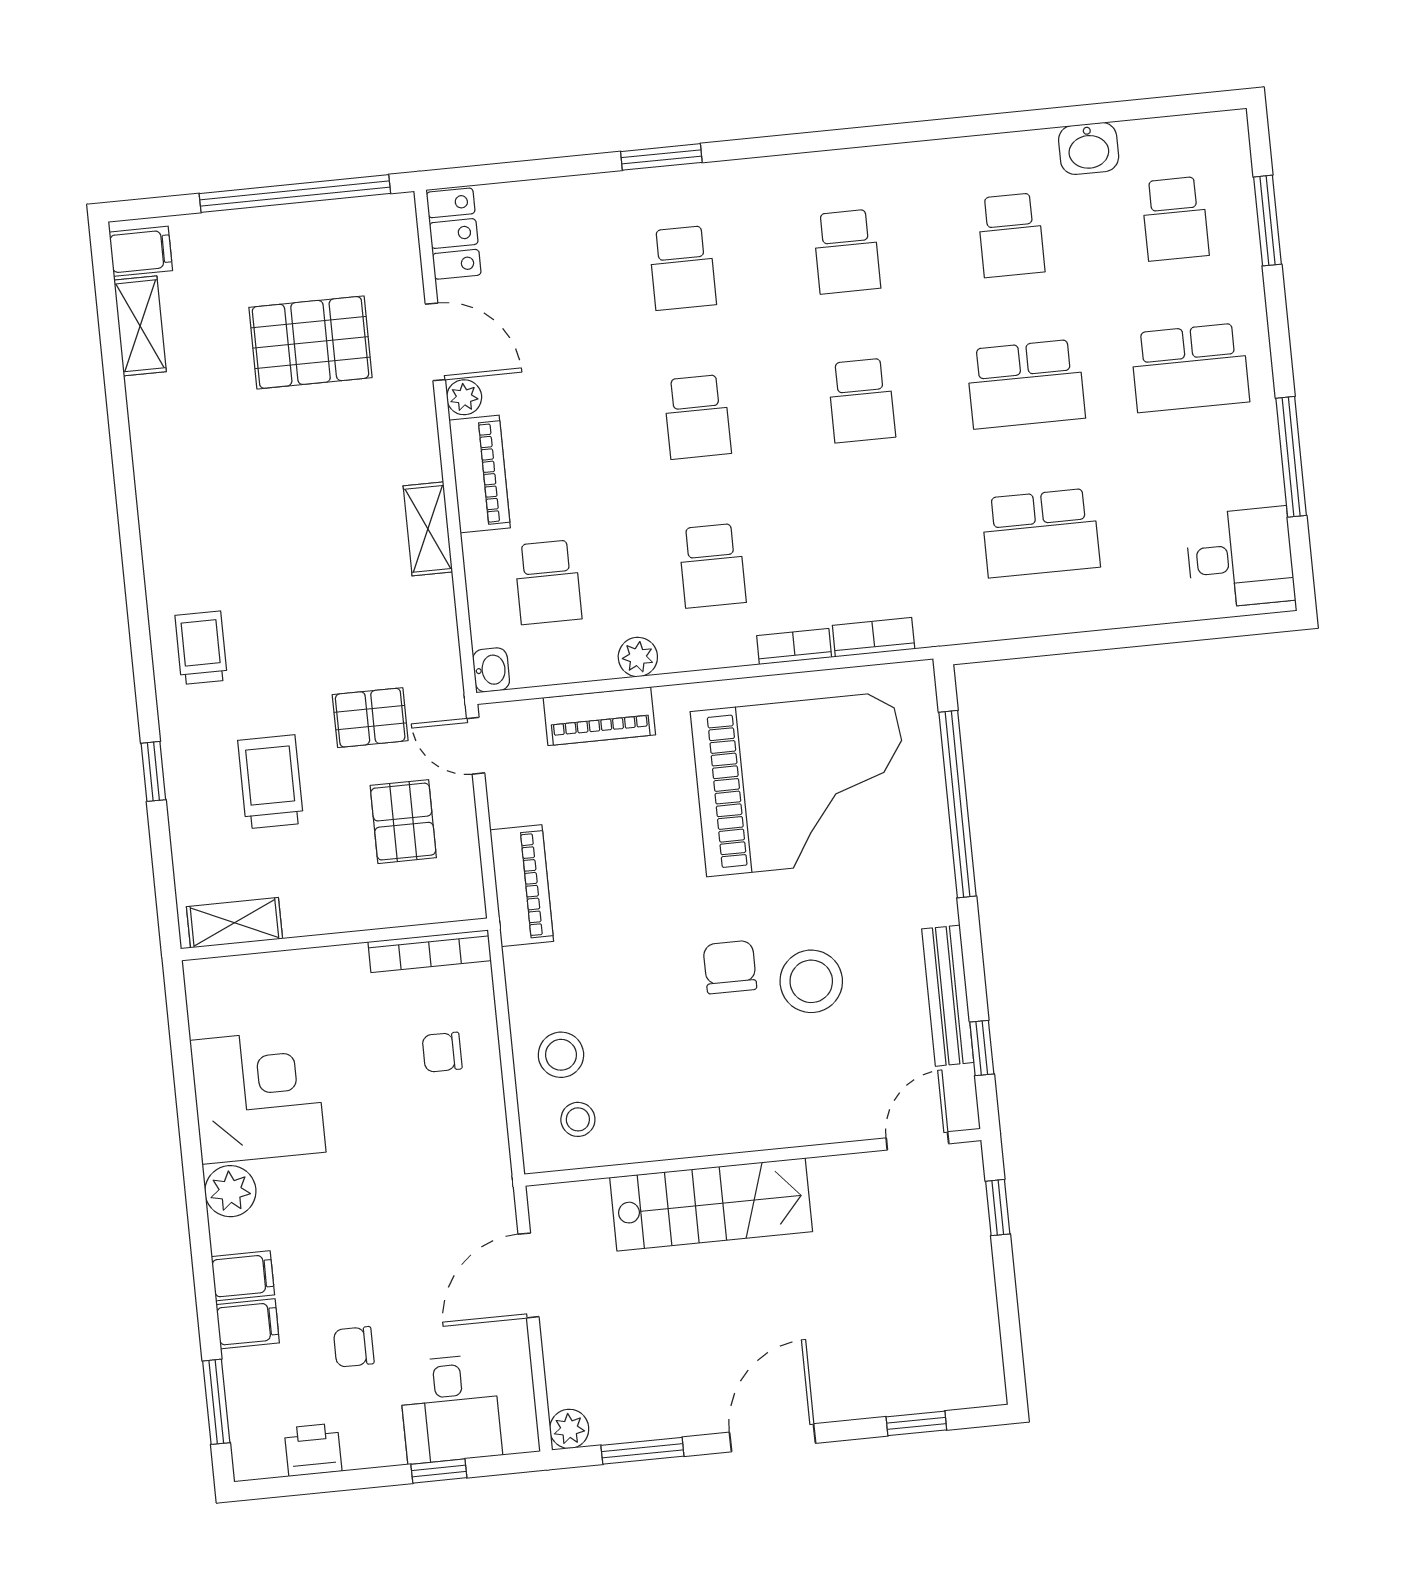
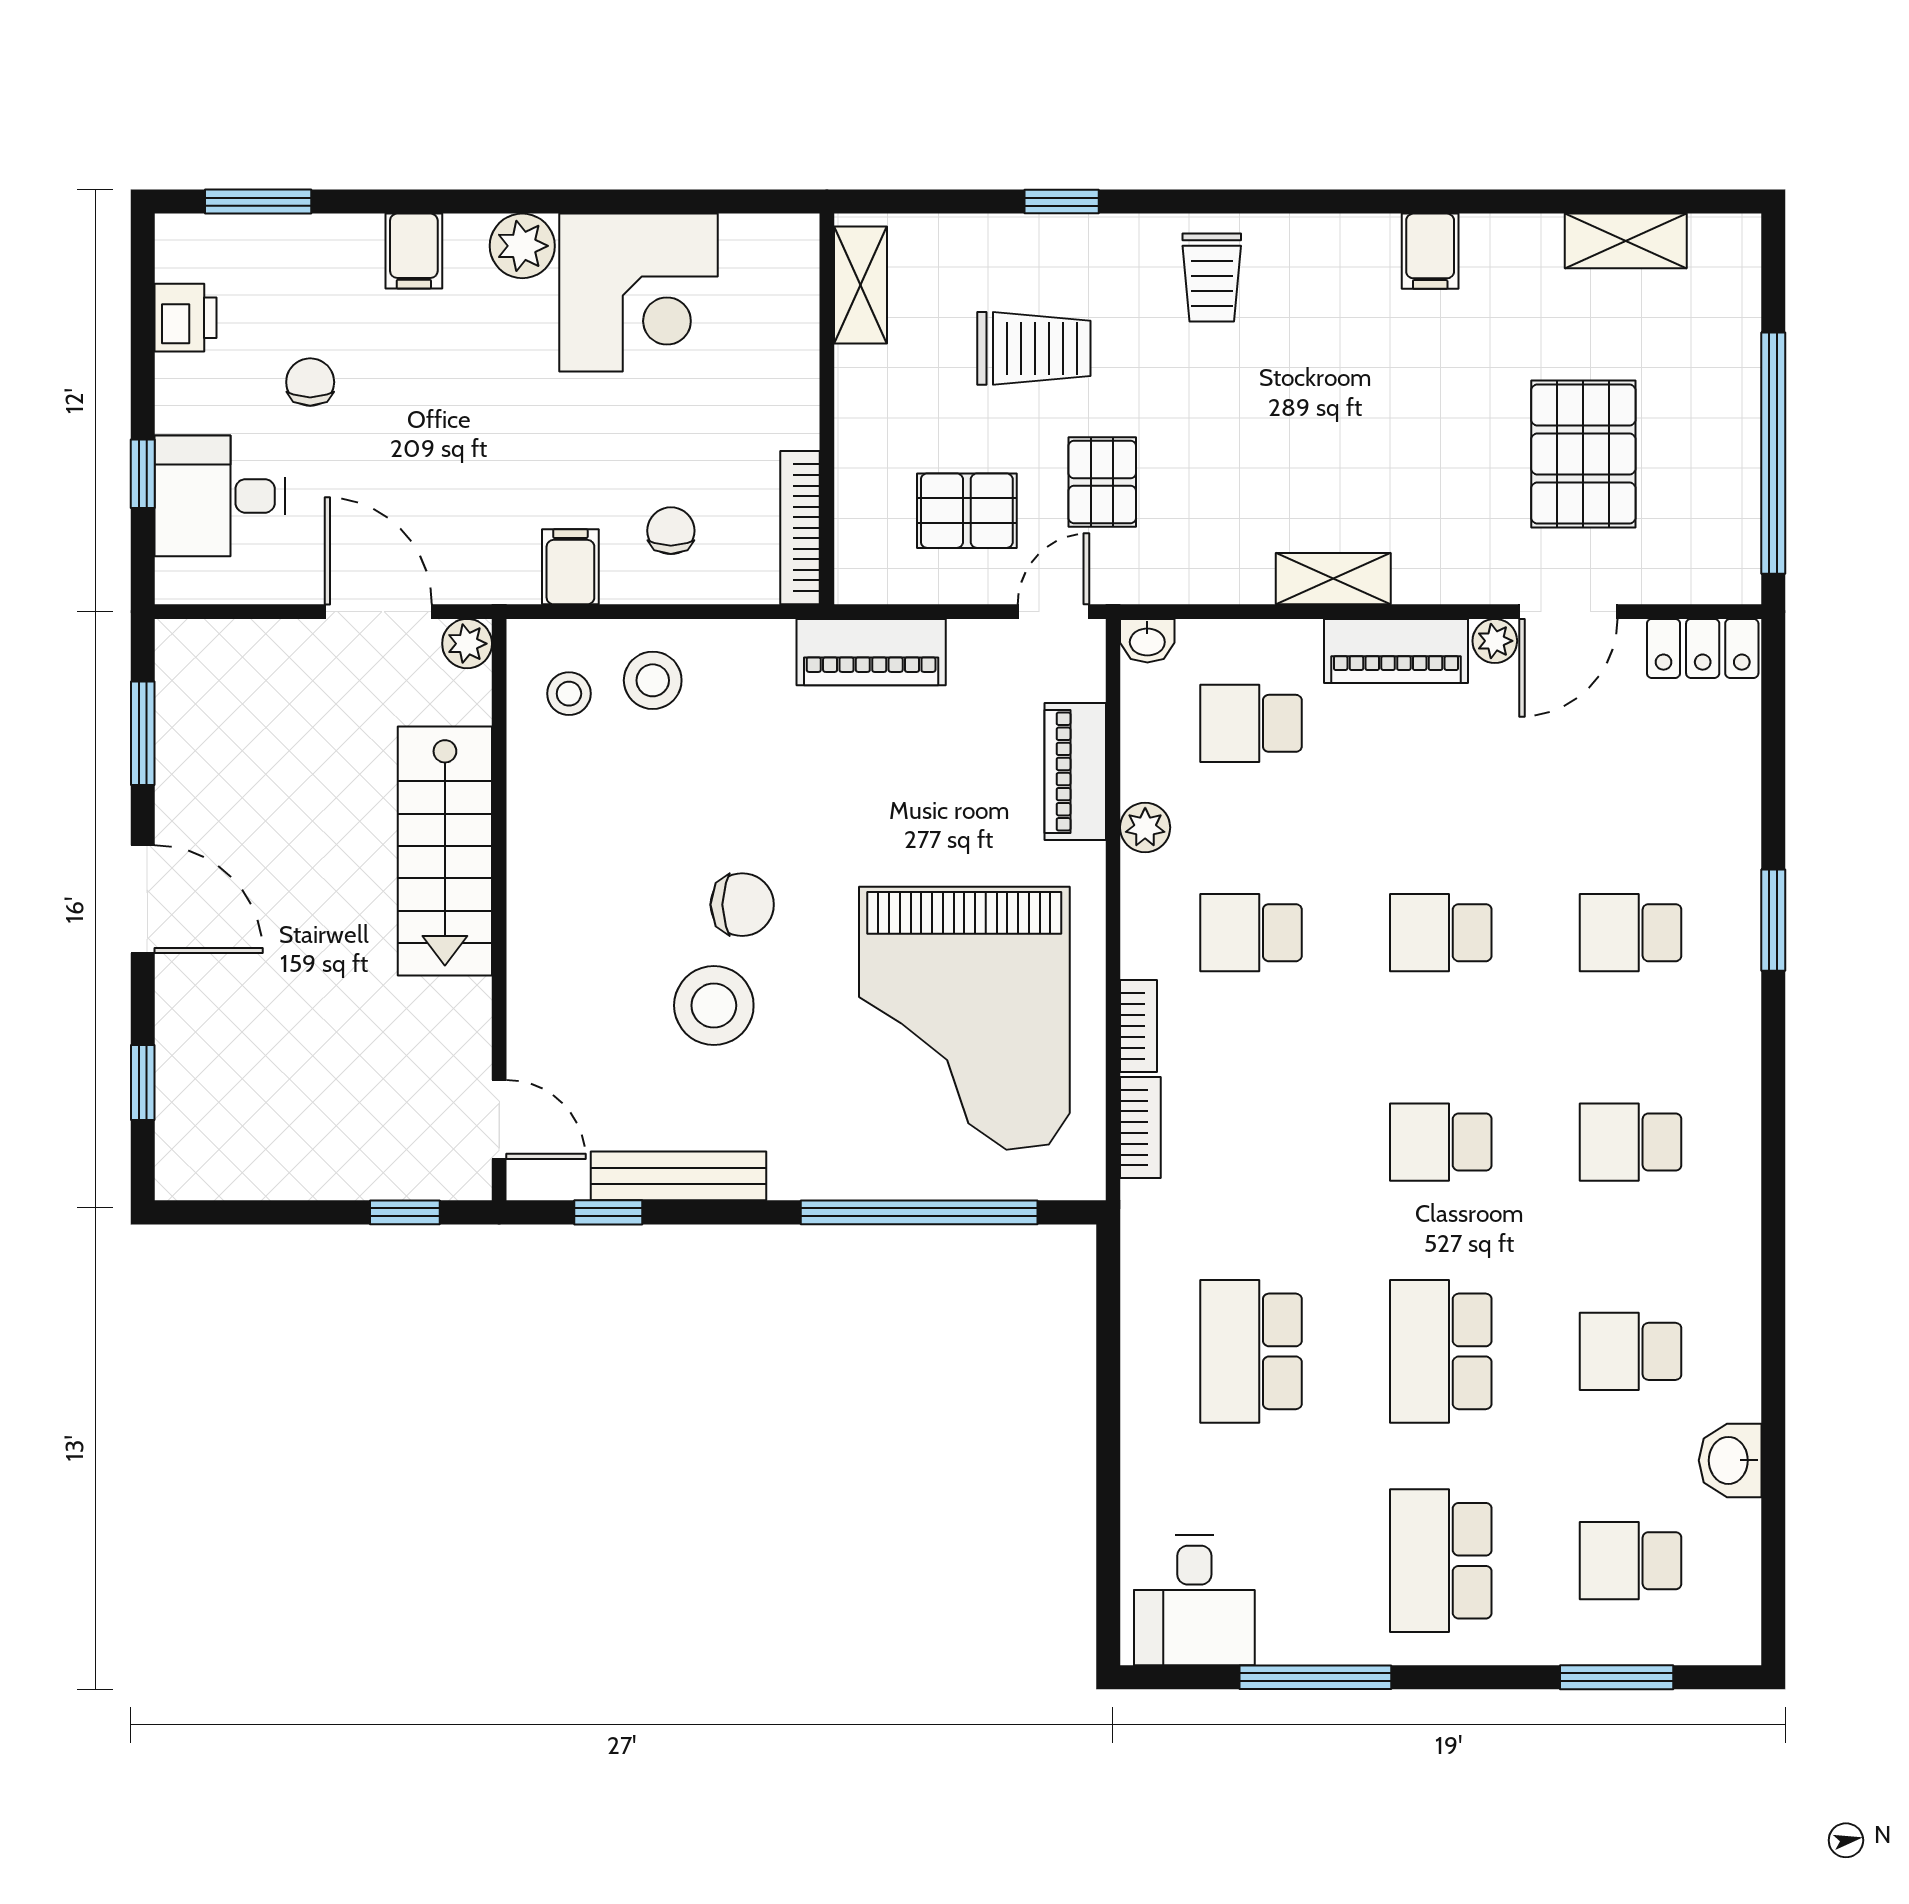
filing cabinet: (141, 251) -> (1430, 251), moved
trolley: (201, 648) -> (1212, 278), turned 90
filing cabinet: (248, 1324) -> (570, 567), moved, turned 180
plant: (569, 1429) -> (467, 644), moved

